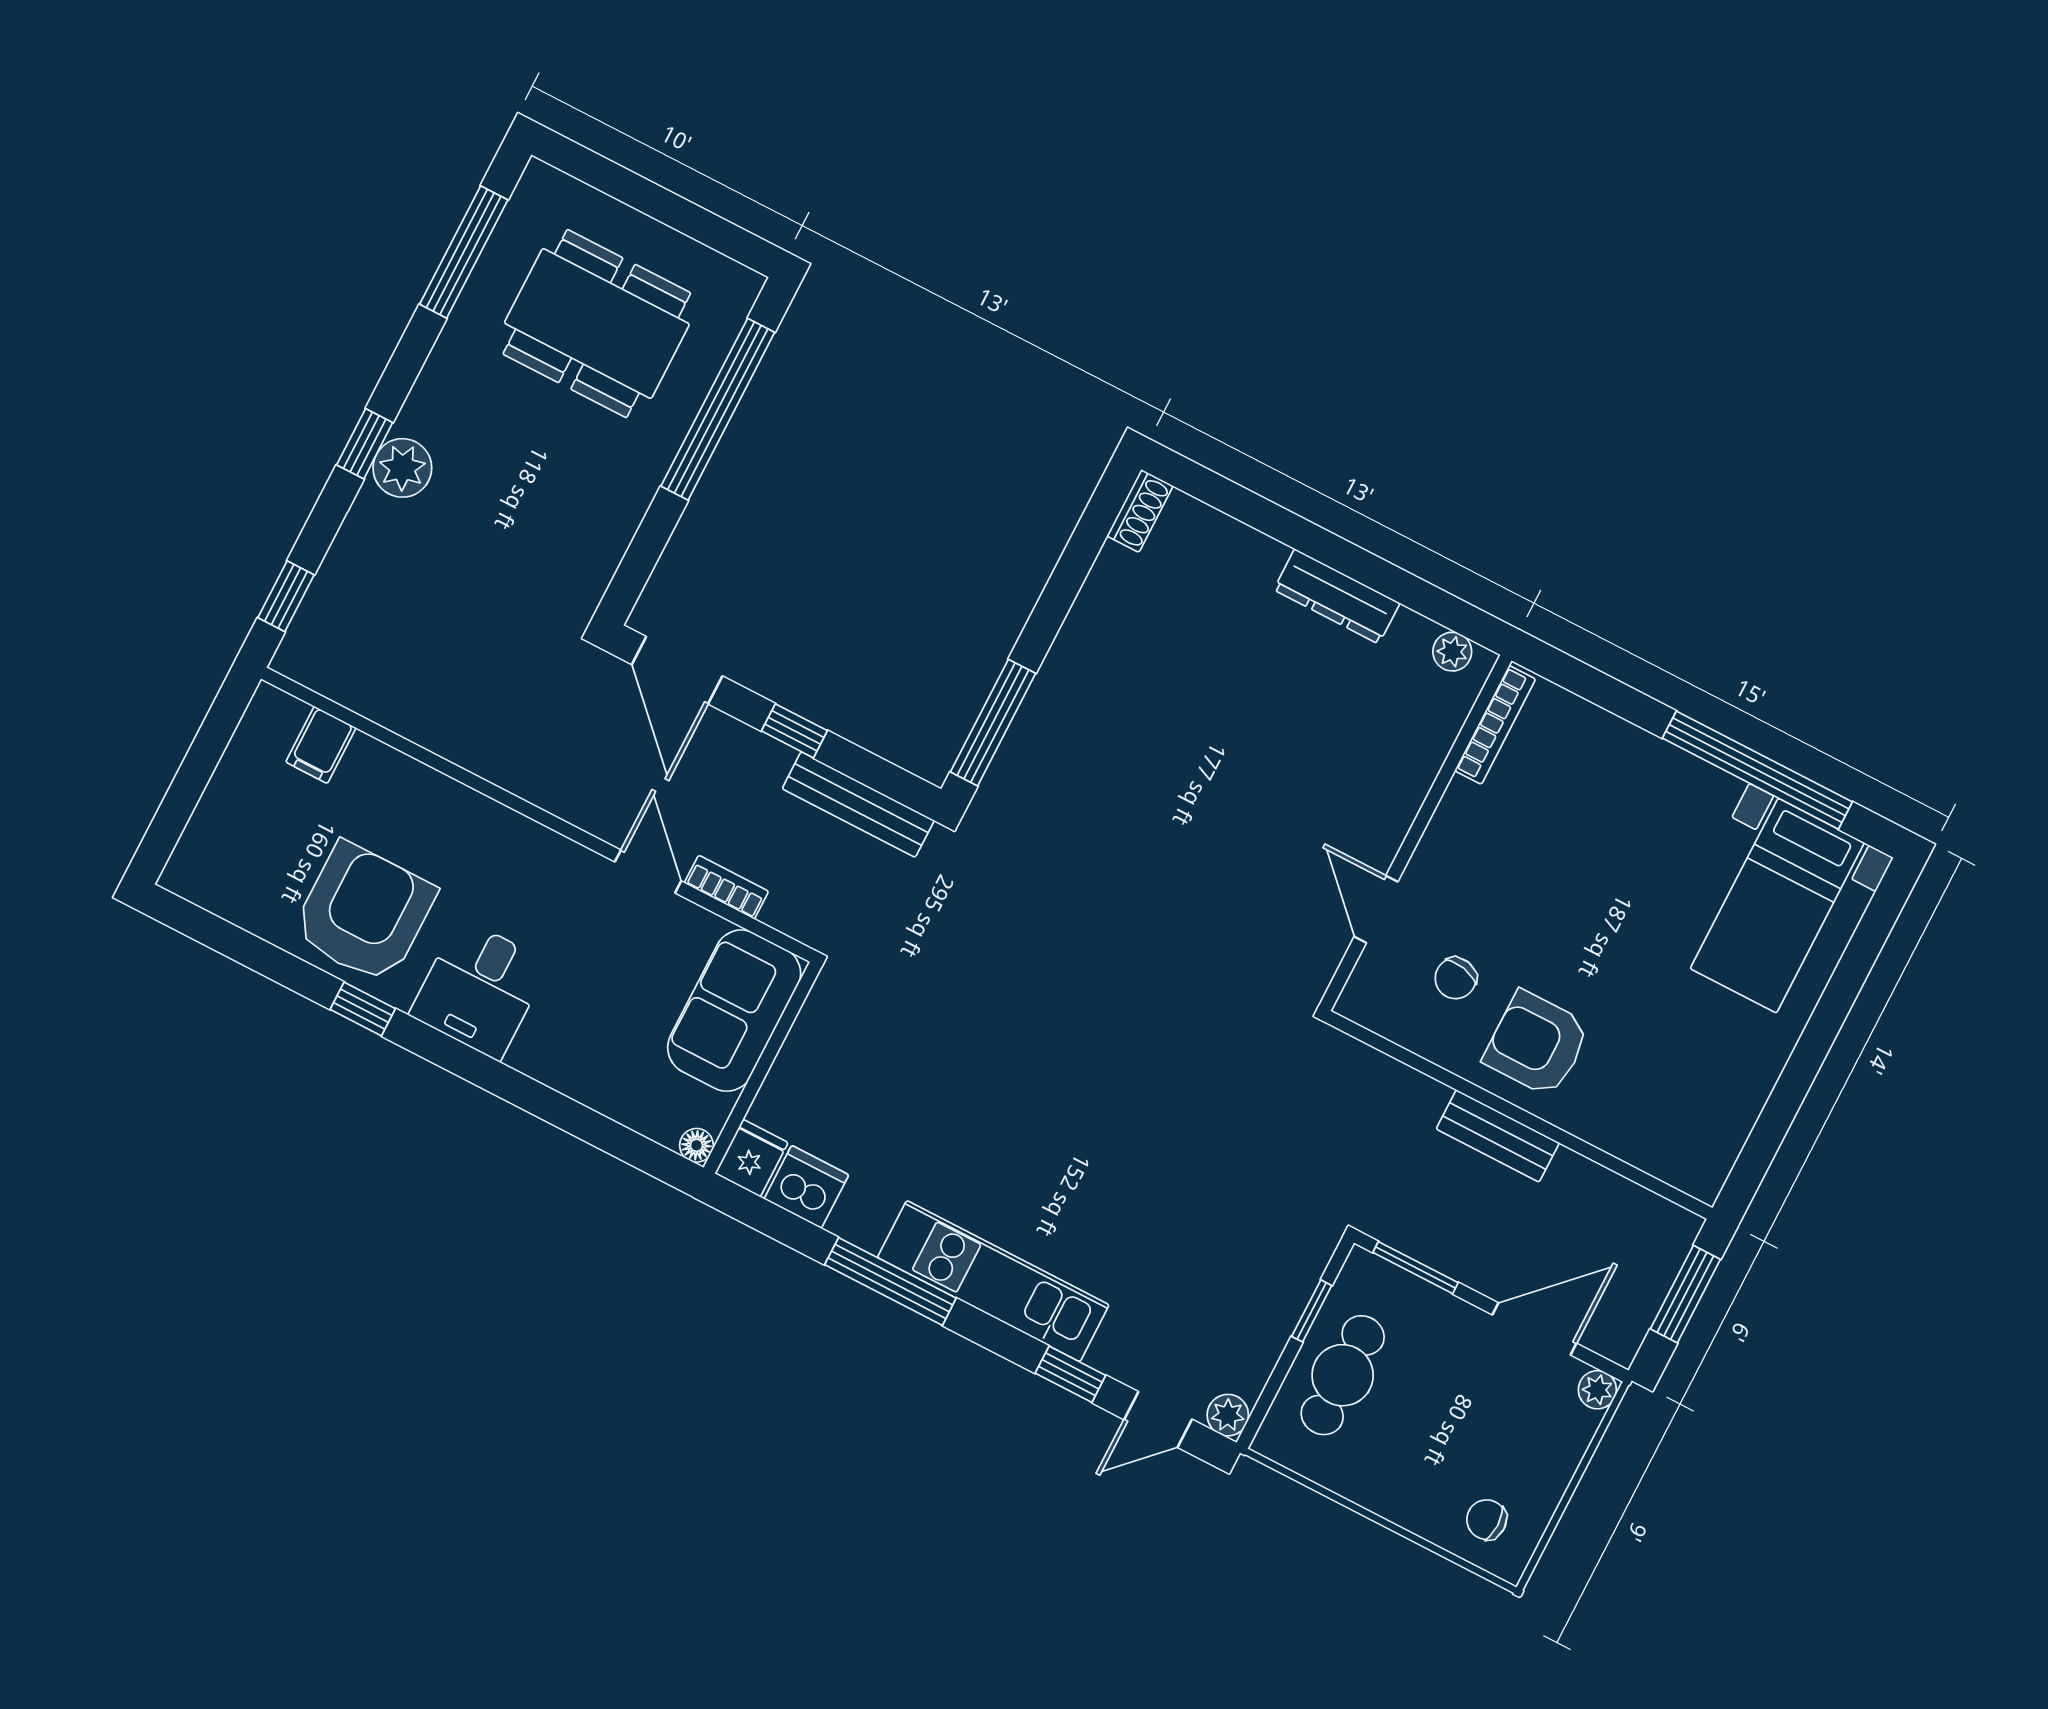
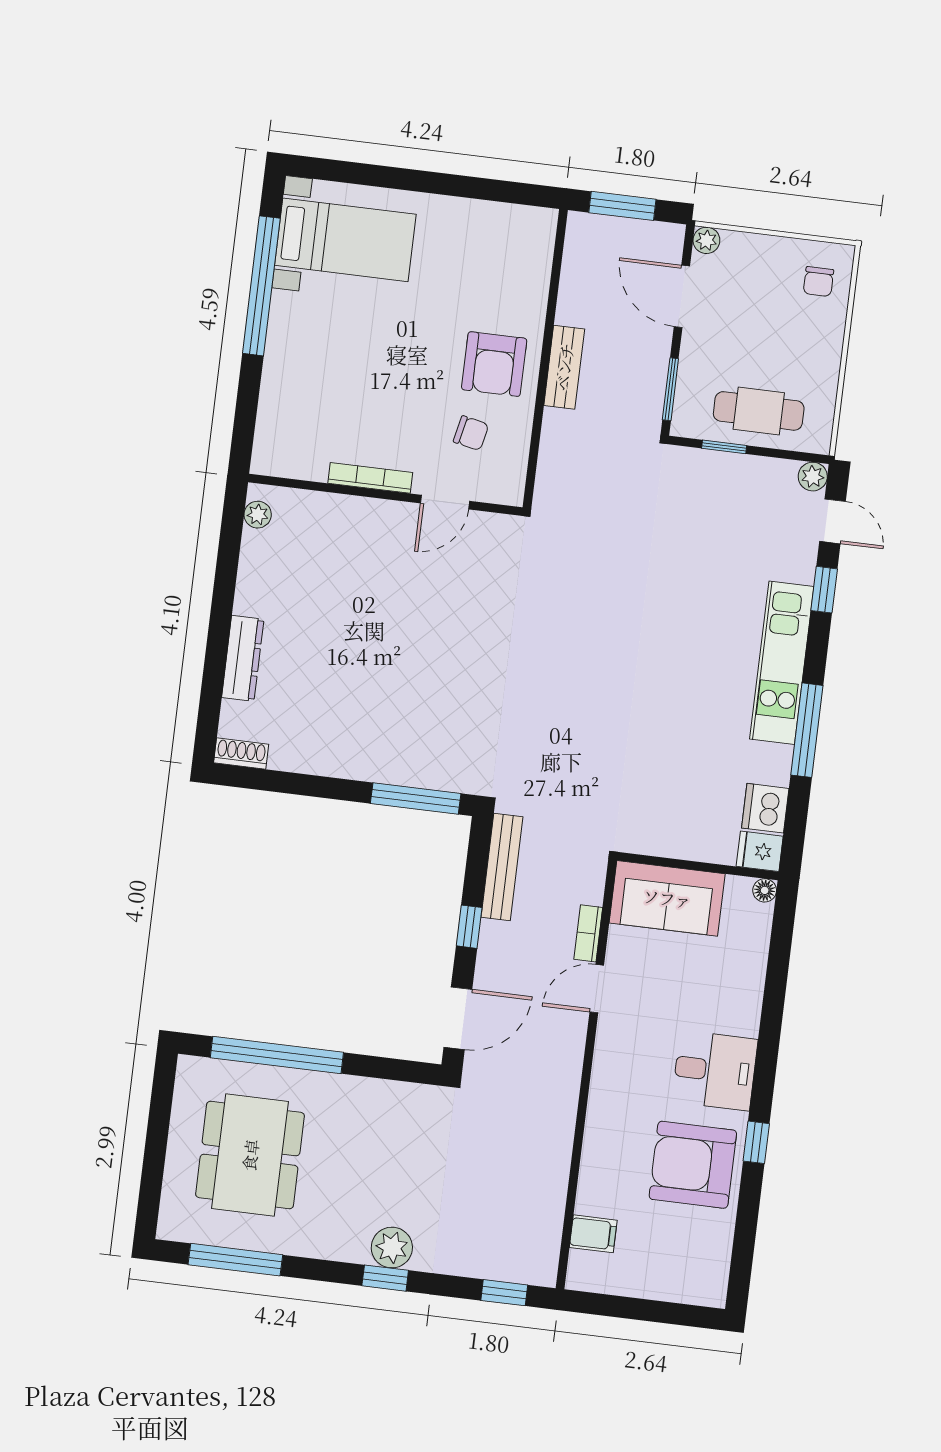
dresser: (1337, 596) -> (243, 658), moved
bookcase: (1495, 725) -> (370, 478), moved

